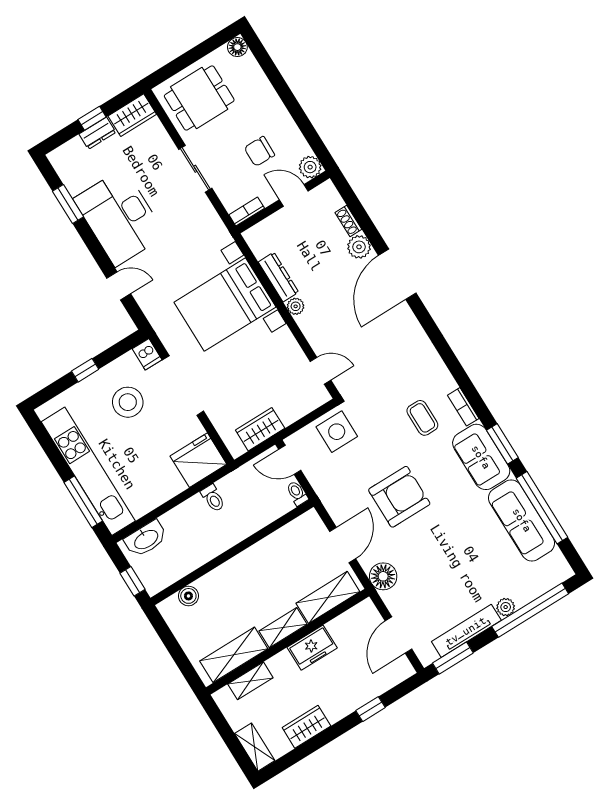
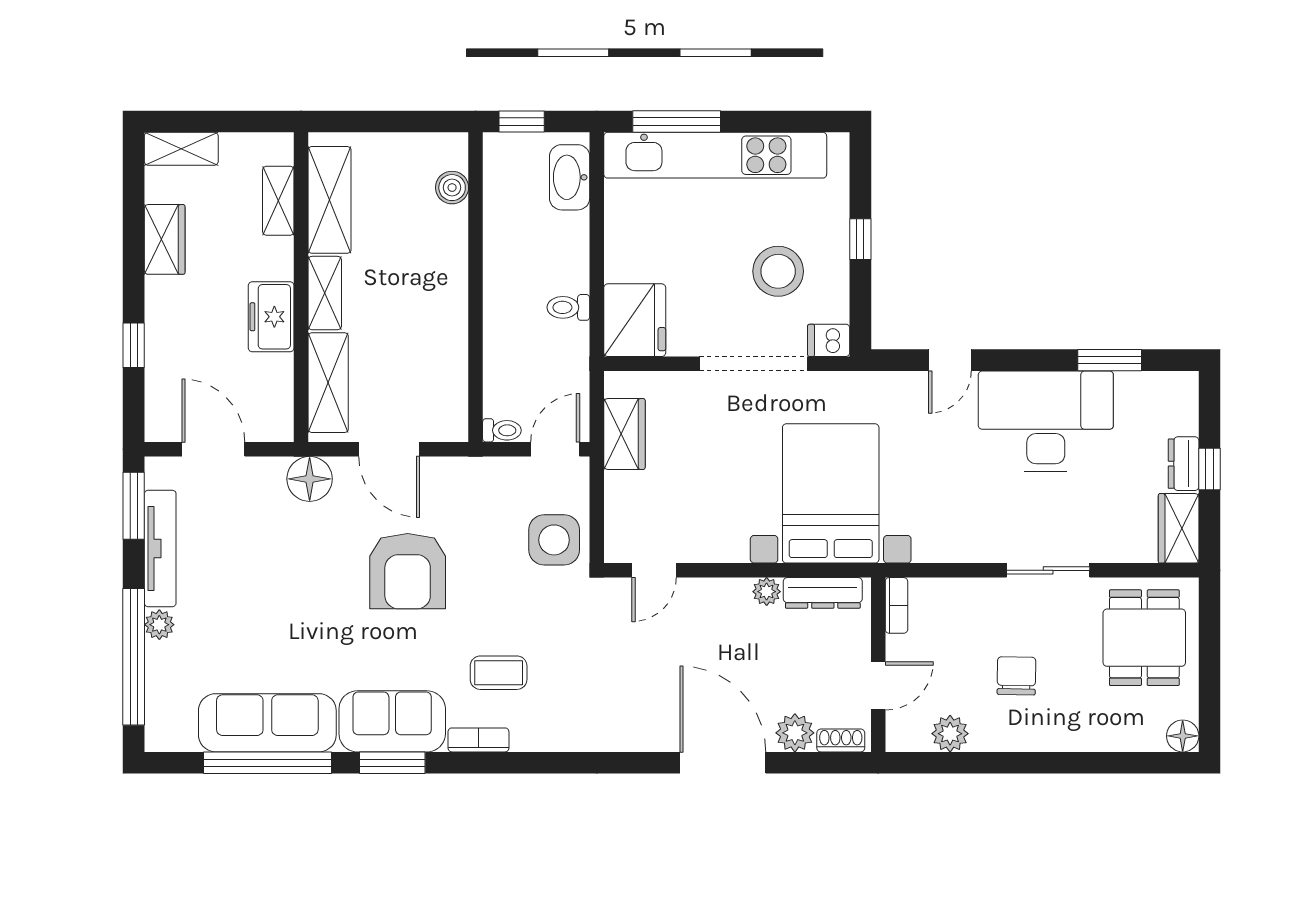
door: (294, 195) -> (878, 686), moved
wall: (283, 202) -> (878, 665), moved
bookcase: (247, 212) -> (896, 605), moved

